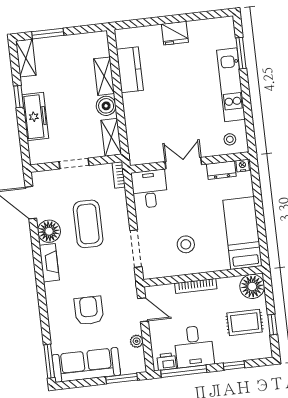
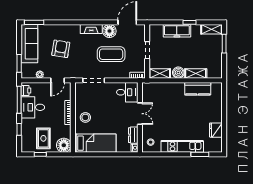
fridge: (175, 33) -> (216, 130), moved
stool: (186, 244) -> (85, 117), moved
armchair: (89, 311) -> (61, 49), turned -81

